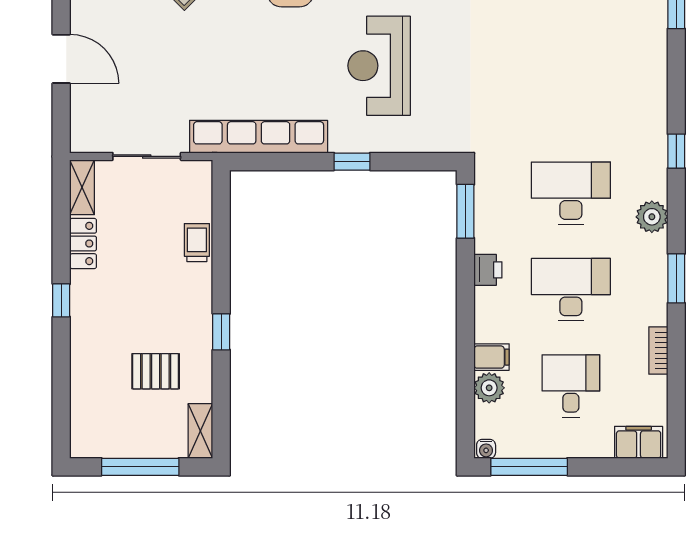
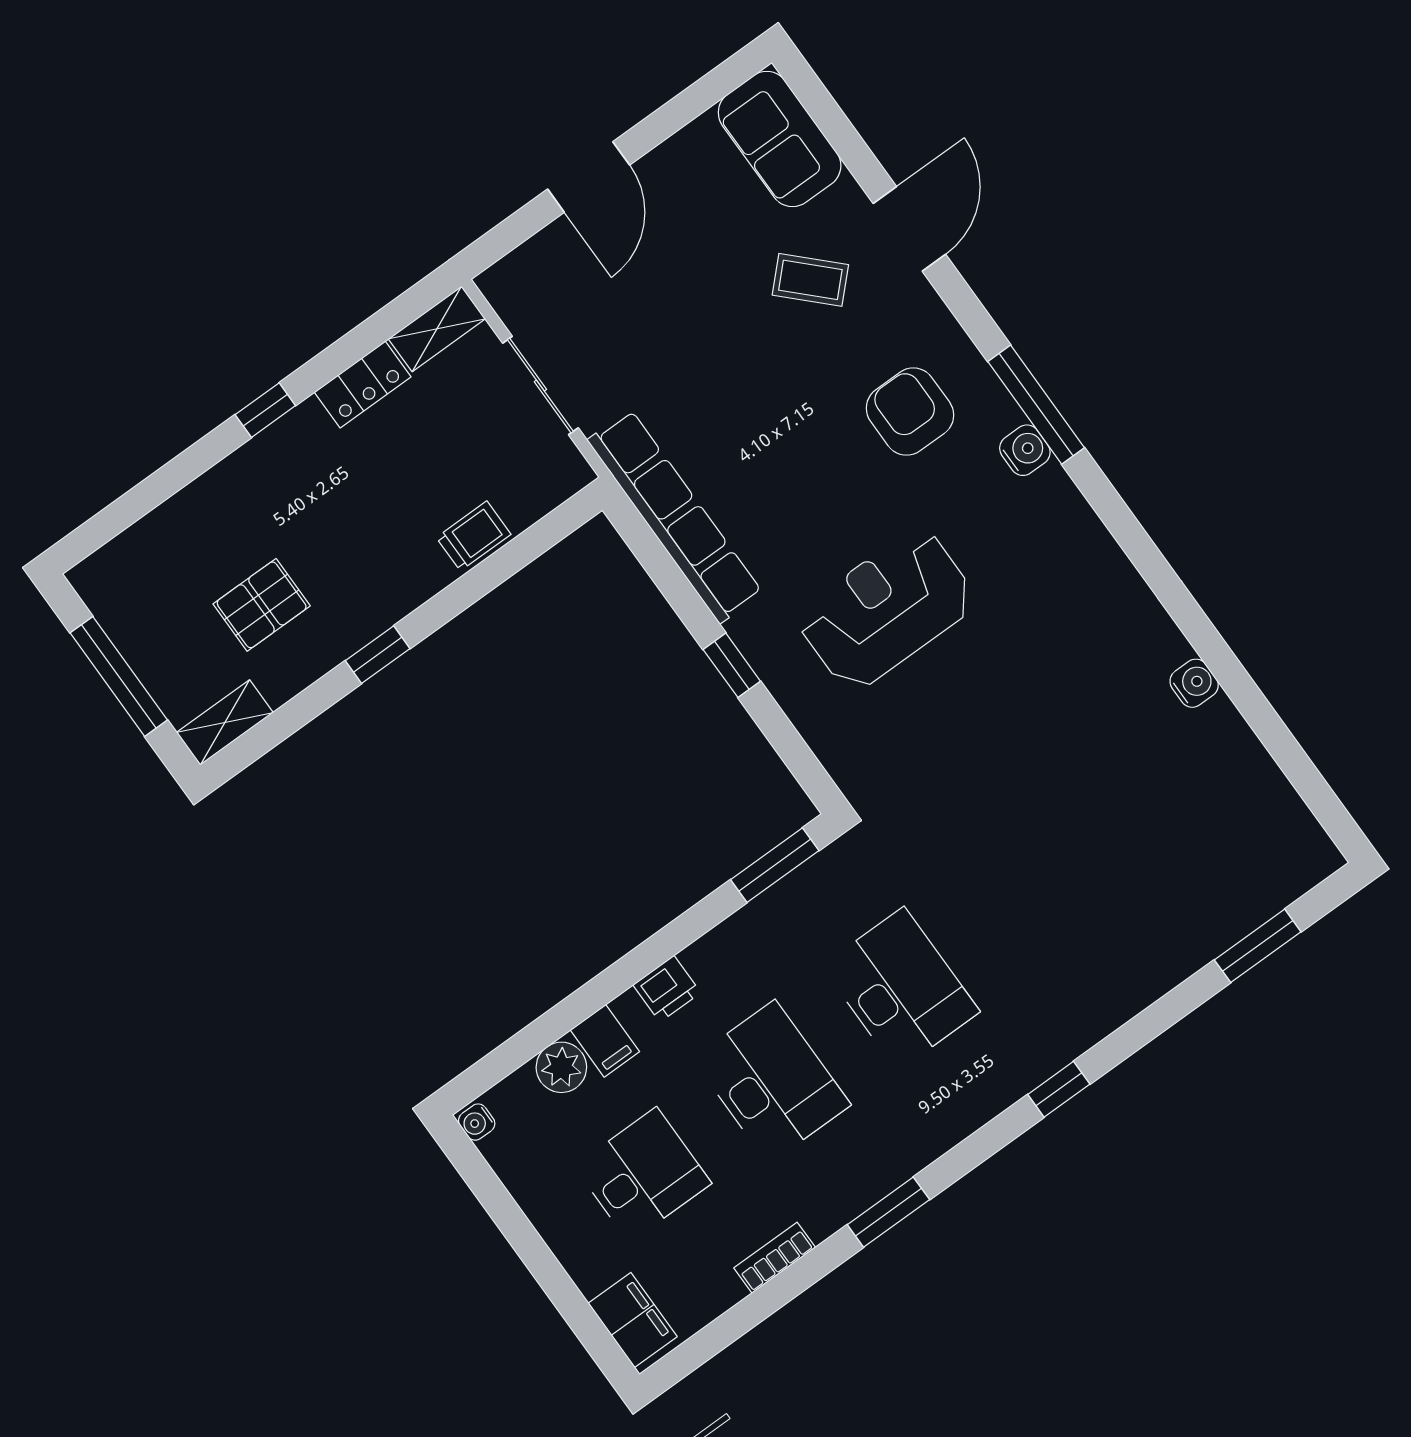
plant: (652, 217) -> (947, 1120), removed
printer: (488, 270) -> (667, 989), moved
pallet: (156, 371) -> (262, 605), turned 90
window: (529, 467) -> (494, 1197), removed

